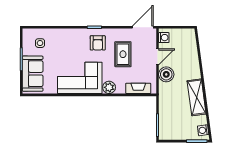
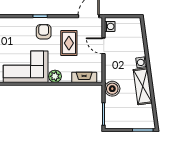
armchair: (98, 43) -> (44, 32), turned 180
door: (158, 57) -> (104, 46), swing flipped
boiler: (166, 74) -> (112, 89), moved
washing machine: (203, 130) -> (141, 62), moved

